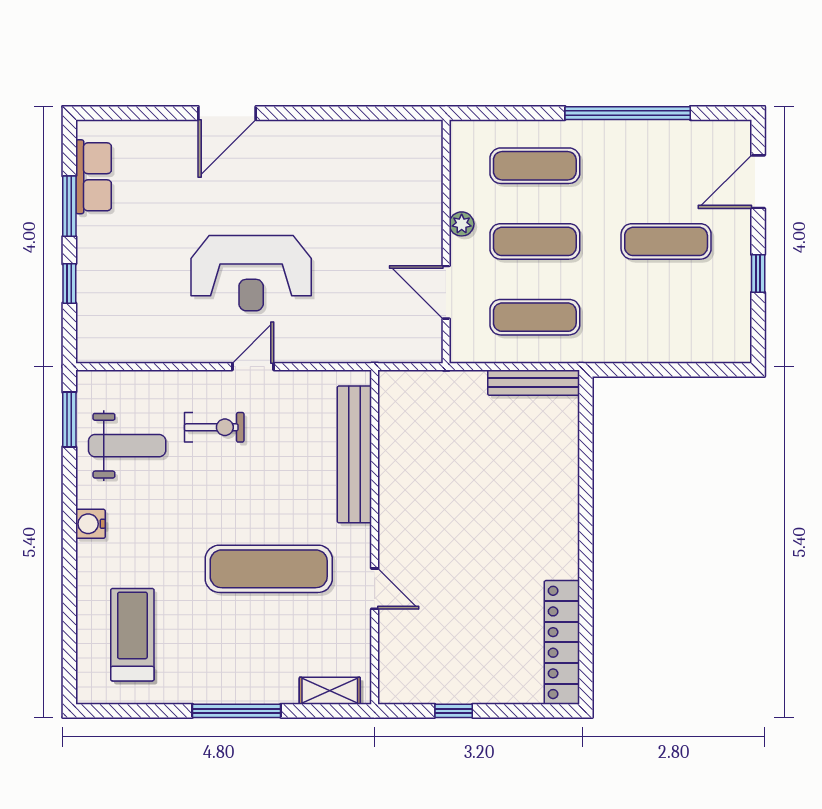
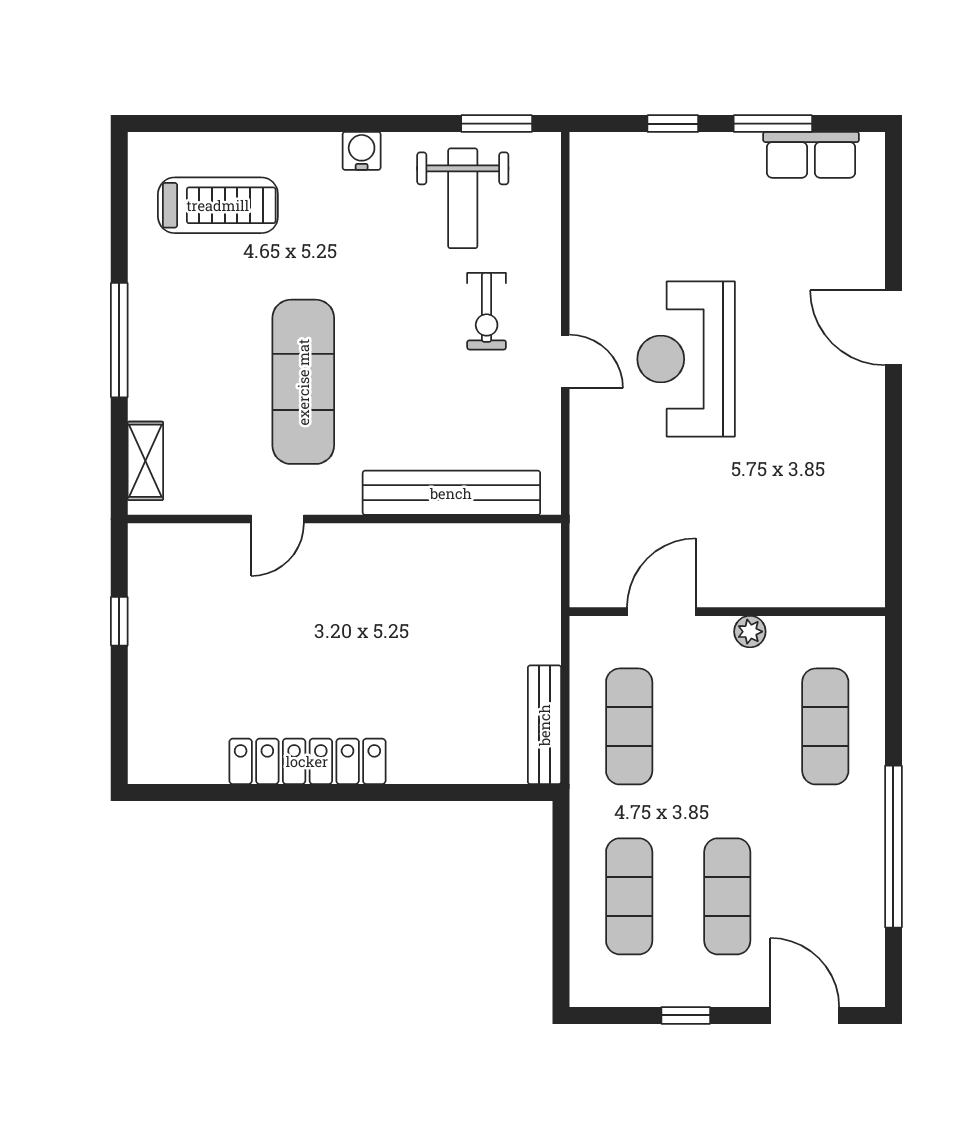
exercise mat: (535, 241) -> (629, 896), moved
locker: (562, 642) -> (307, 761), moved

